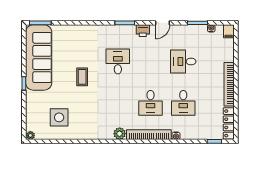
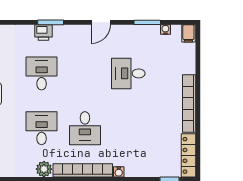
printer: (143, 31) -> (43, 32), moved
desk: (183, 103) -> (42, 128), moved, turned 180

